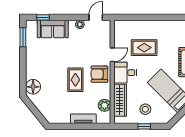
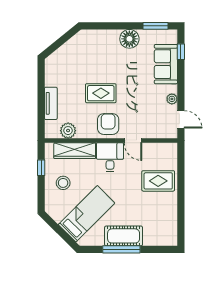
rug: (144, 48) -> (158, 181), moved, turned 90
floor lamp: (33, 87) -> (129, 39), moved
window: (144, 126) -> (41, 168), moved

